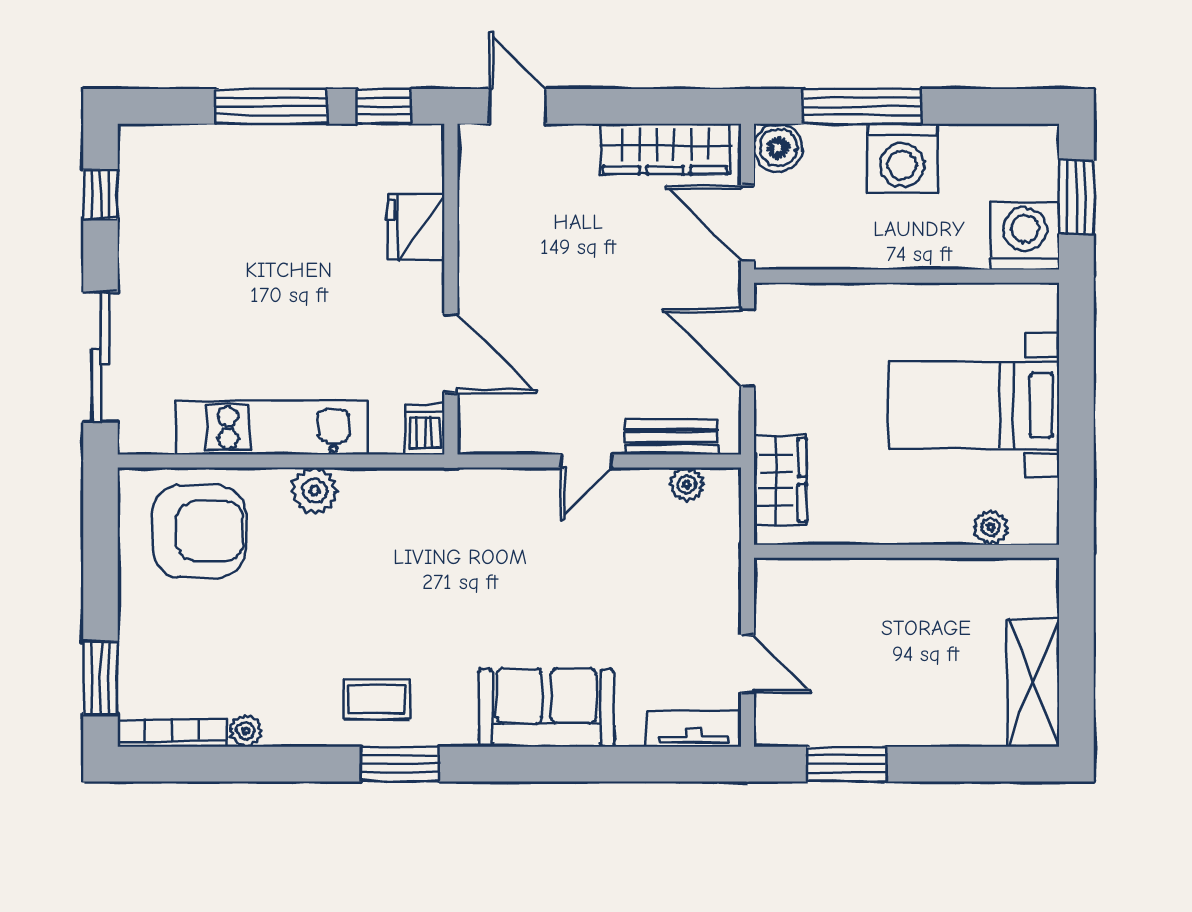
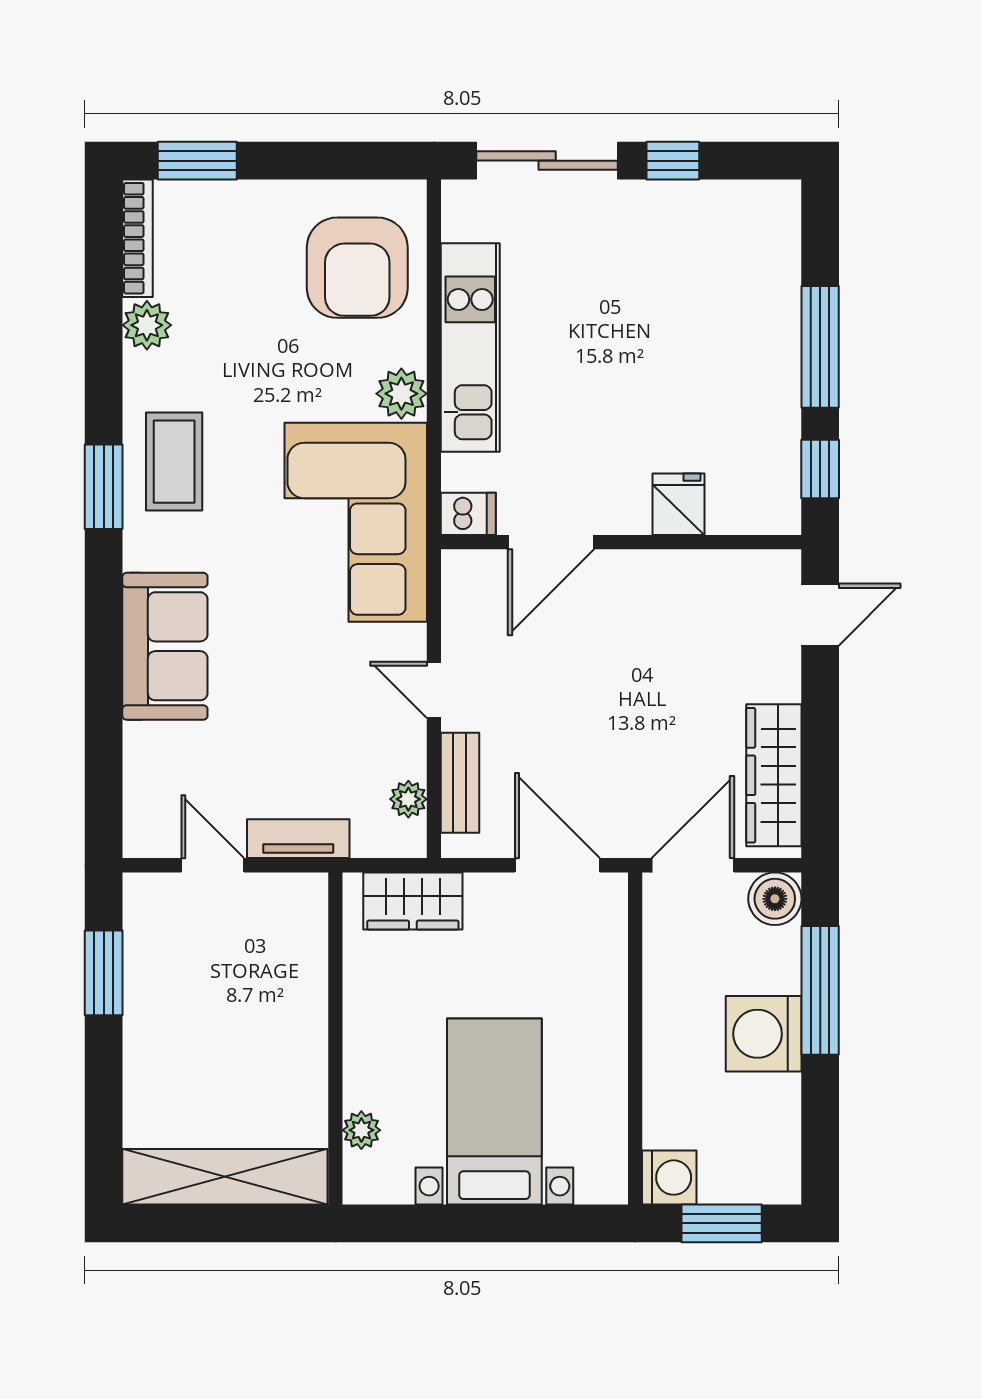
window: (101, 194) -> (673, 161), moved
fridge: (416, 227) -> (679, 504), width x0.72
washing machine: (1025, 236) -> (669, 1178), width x0.73, depth x0.73
door: (747, 347) -> (557, 865), hinge flipped
corner sofa: (433, 533) -> (356, 522), added
door: (747, 664) -> (213, 865), swing flipped
shelving: (1033, 683) -> (225, 1177), width x1.47
coffee table: (377, 699) -> (174, 462), width x1.36, depth x1.30
tv unit: (694, 729) -> (298, 839), moved, turned -90
plant: (246, 731) -> (147, 325), width x1.38, depth x1.38

